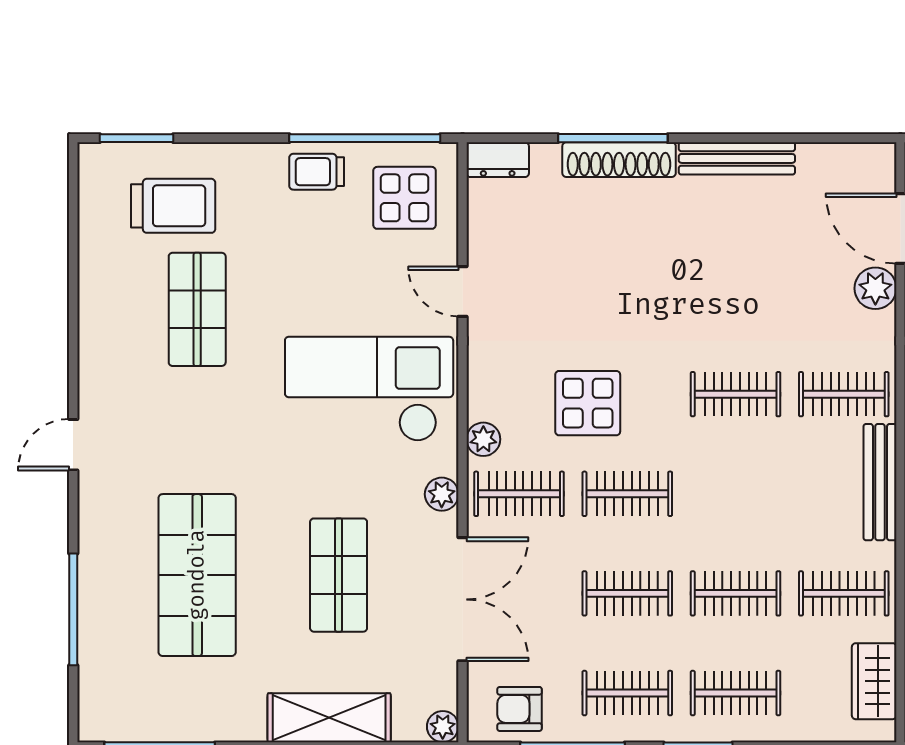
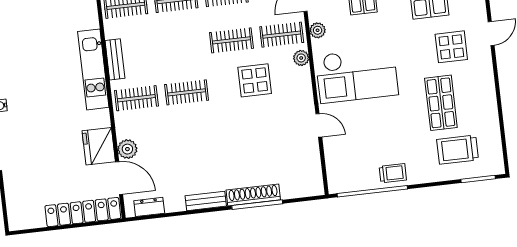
bench: (737, 158) -> (206, 201), width x0.73
dresser: (498, 160) -> (149, 207), moved
display table: (404, 198) -> (451, 47), moved
bench: (880, 482) -> (115, 59), width x0.73

